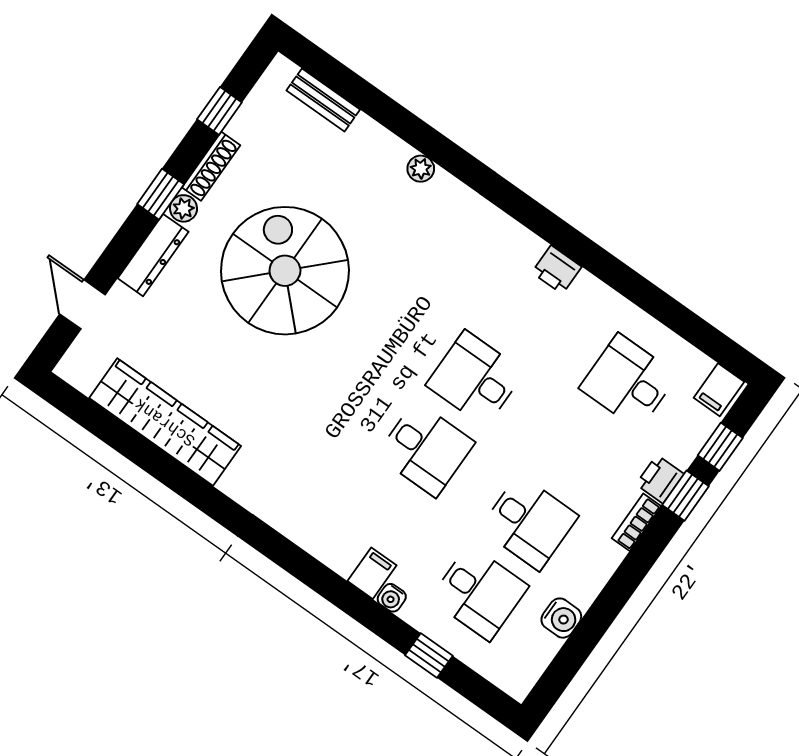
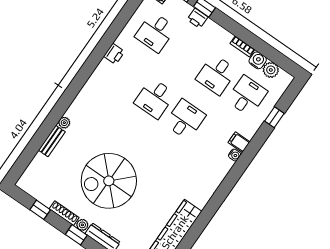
bench: (323, 100) -> (52, 141), moved
printer: (557, 270) -> (114, 54), moved
desk: (529, 522) -> (216, 75), turned 180
bookcase: (637, 522) -> (242, 46), moved
water cooler: (392, 598) -> (235, 155), moved
plant: (539, 648) -> (271, 70), added

